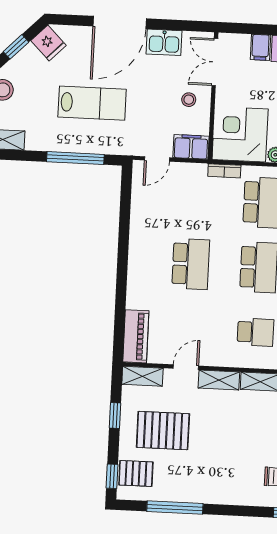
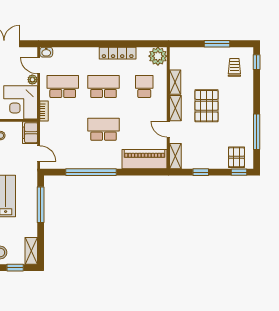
window: (124, 241) -> (91, 172), added
piano: (136, 336) -> (145, 159), width x1.37, depth x1.33
pallet: (163, 431) -> (206, 106), moved

